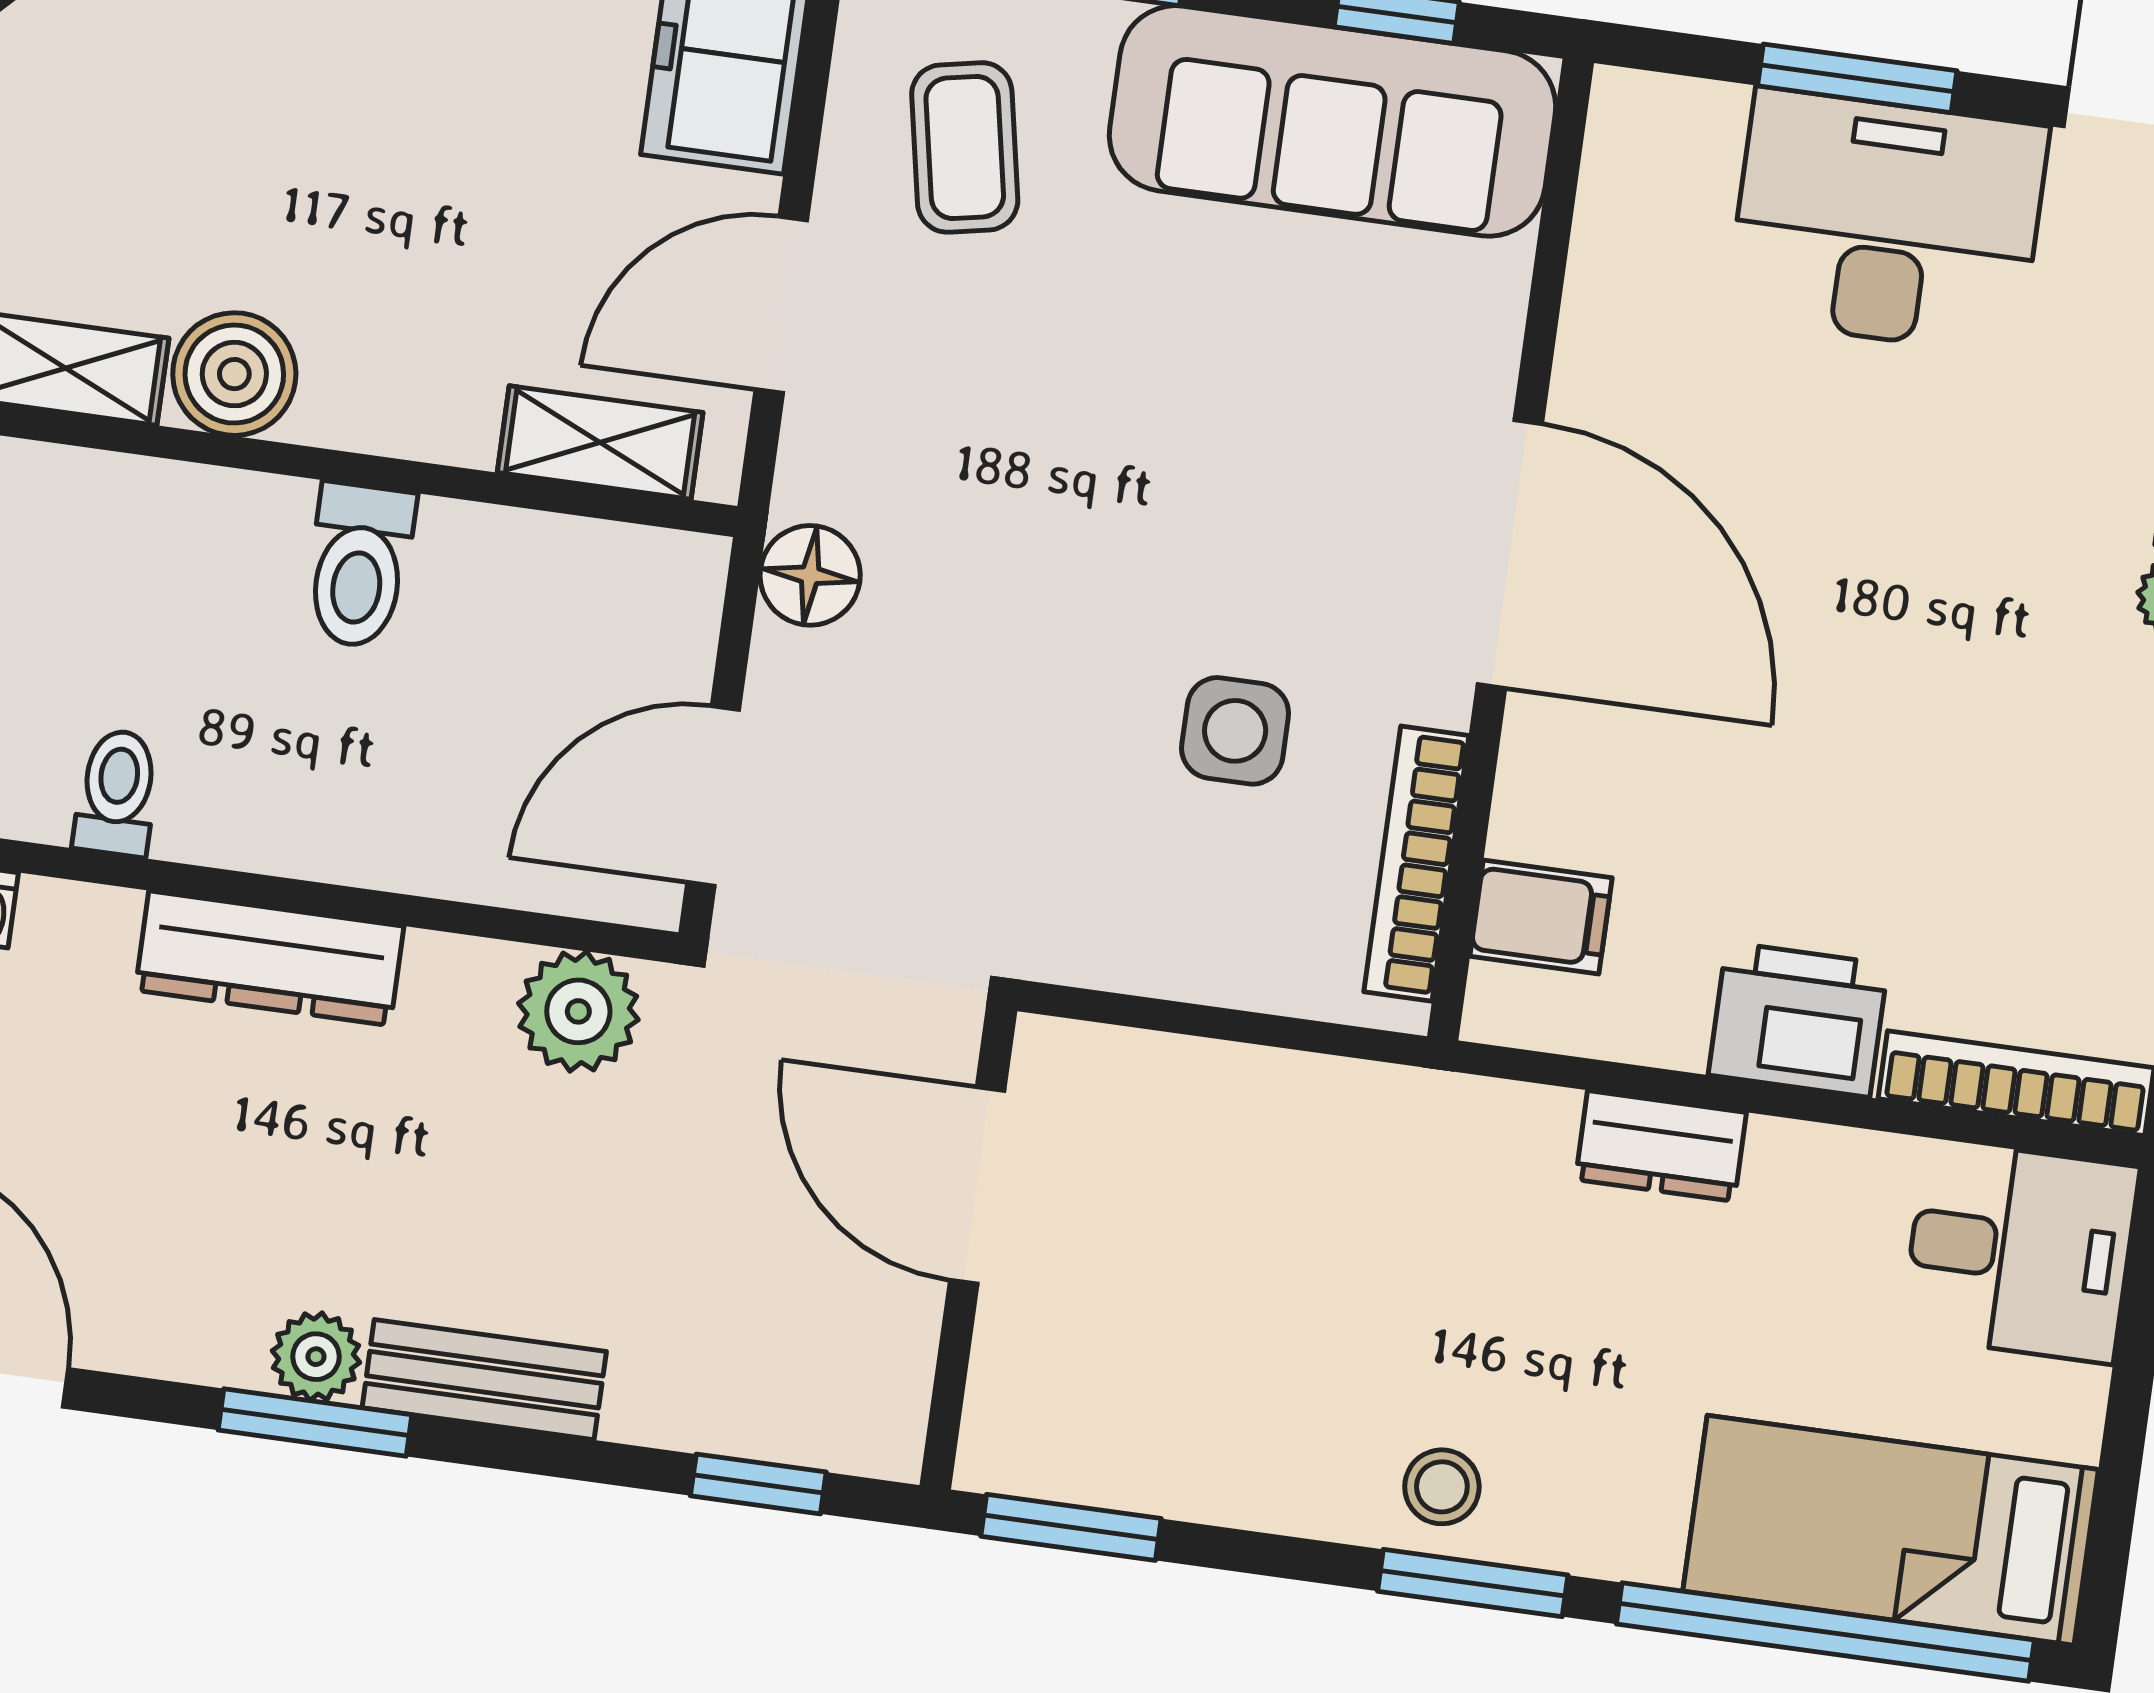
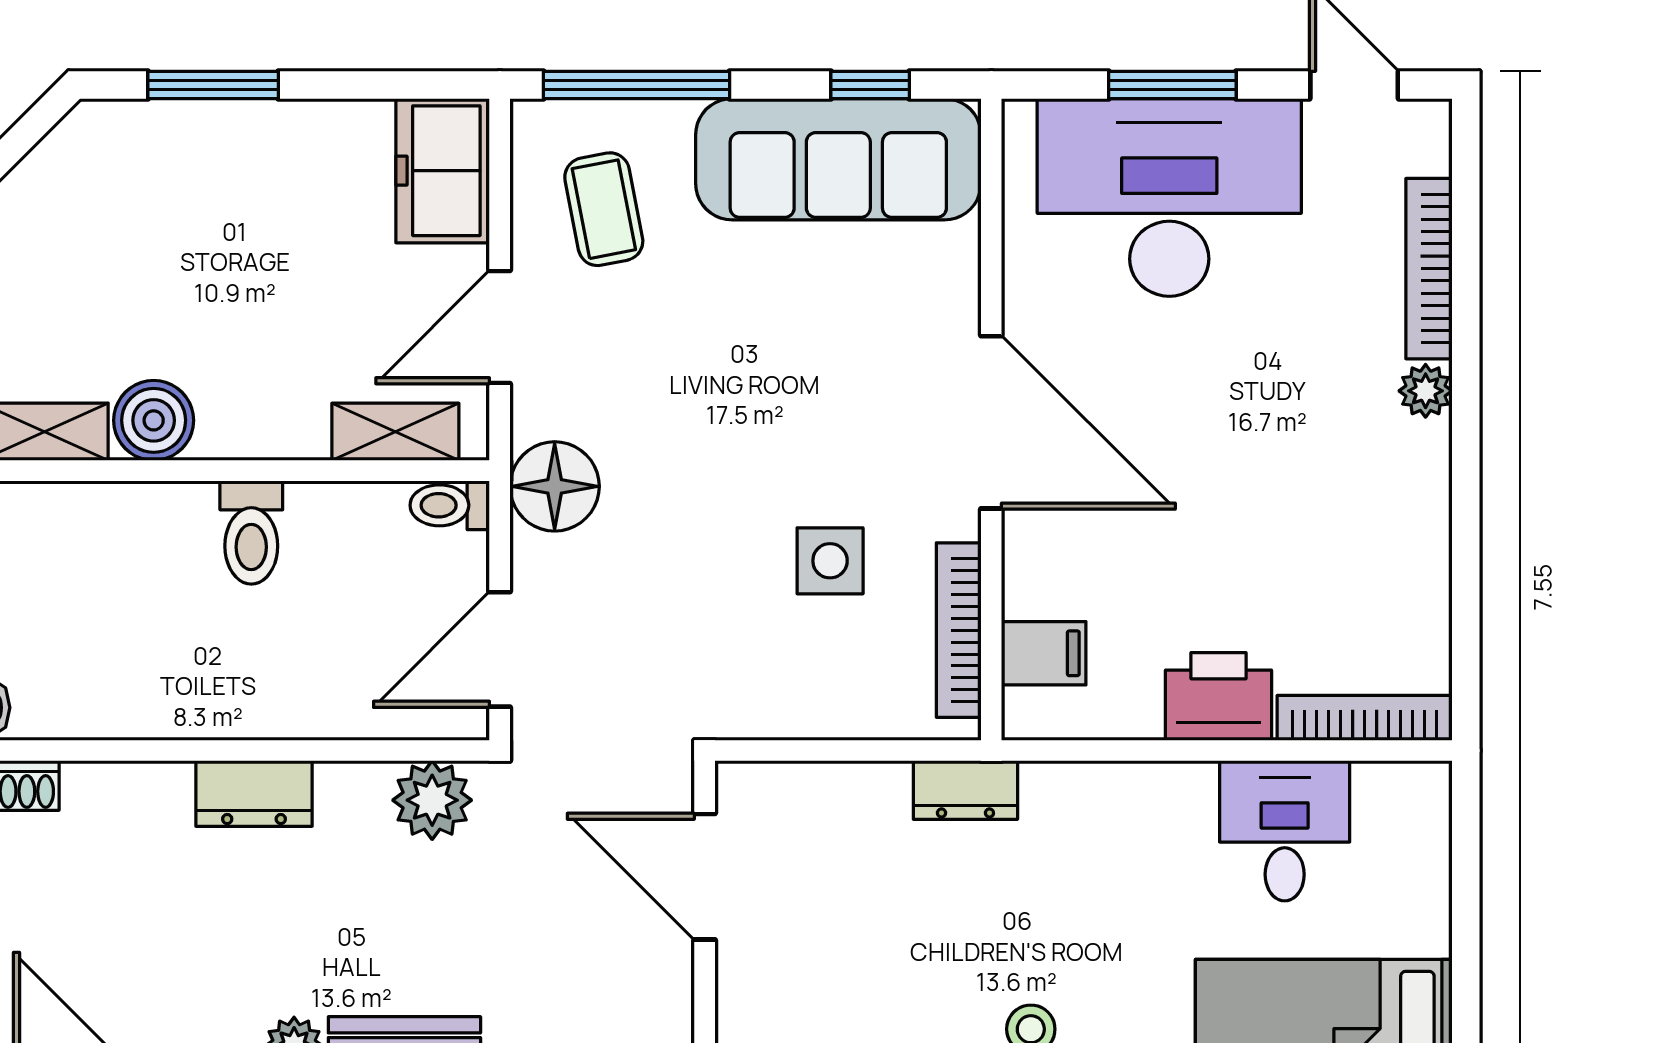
desk: (1887, 222) -> (1169, 197), width x1.36, depth x1.30
floor lamp: (810, 575) -> (555, 486), width x1.38, depth x1.38
toilet: (117, 793) -> (450, 505), moved, turned -90
dresser: (269, 958) -> (254, 794), width x0.70
dresser: (1661, 1146) -> (965, 790), moved
desk: (2020, 1251) -> (1285, 831), moved, turned -90

